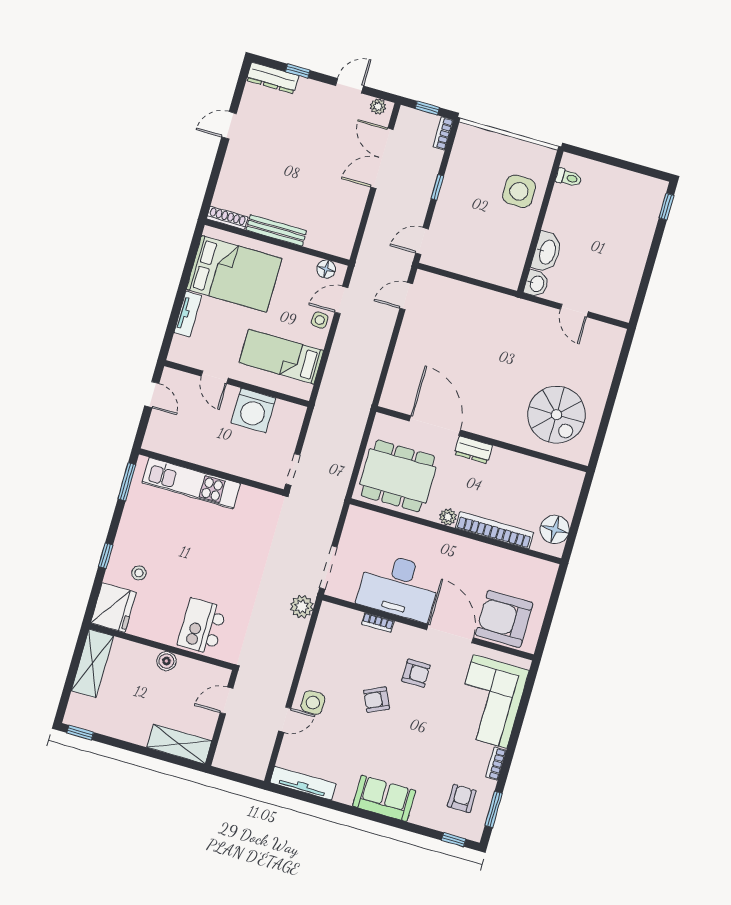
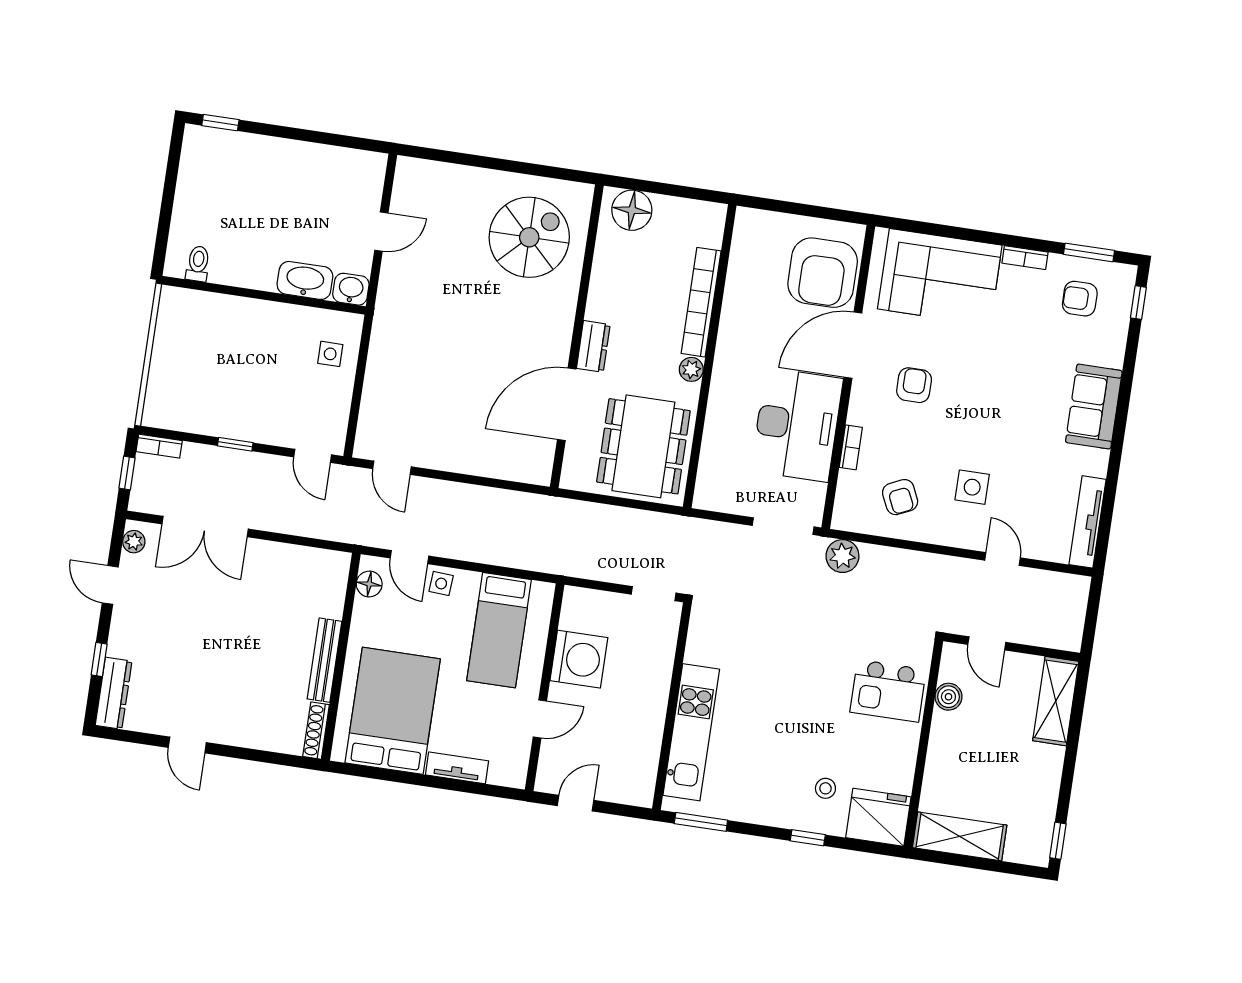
side table: (519, 191) -> (330, 354), moved, width x0.54, depth x0.54
floor lamp: (555, 529) -> (632, 210), moved
boiler: (166, 661) -> (948, 697), moved
armchair: (377, 700) -> (900, 497), moved
side table: (313, 703) -> (972, 487), moved

